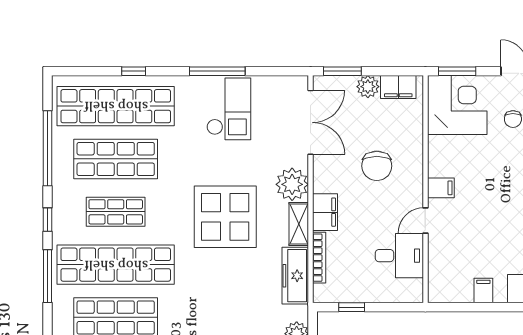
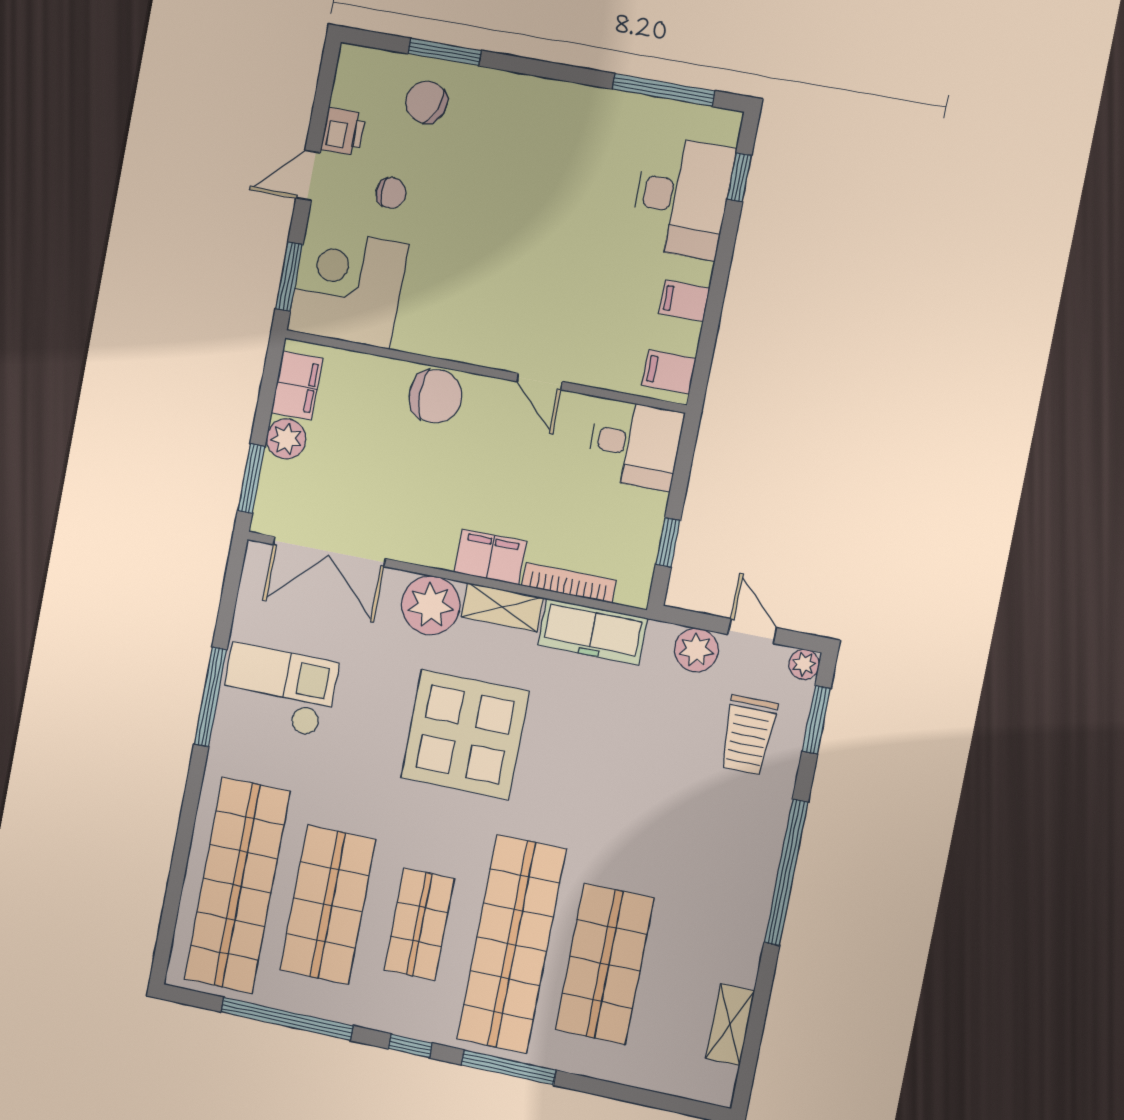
window: (134, 71) -> (183, 842), removed
double door: (311, 122) -> (329, 551), swing flipped
chair: (377, 166) -> (436, 396), moved
filing cabinet: (441, 188) -> (669, 372), moved, turned -90
desk: (399, 256) -> (635, 444), moved, turned 90

